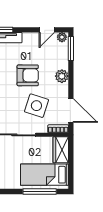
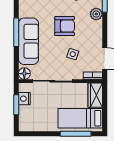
plant: (62, 76) -> (96, 14), moved
side table: (36, 106) -> (73, 54), width x0.54, depth x0.54

